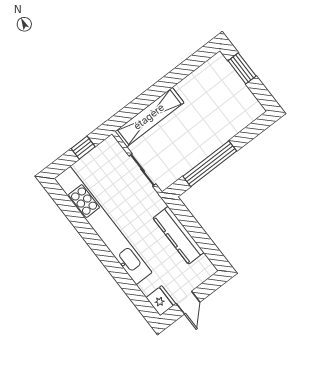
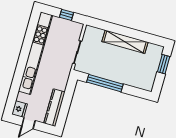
shelving: (149, 117) -> (125, 42), moved
kitchen counter: (178, 235) -> (54, 108), moved

